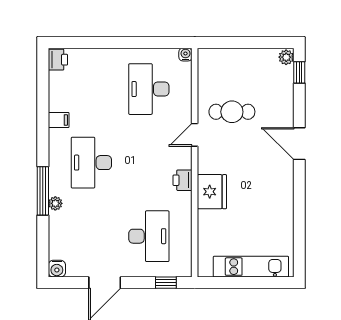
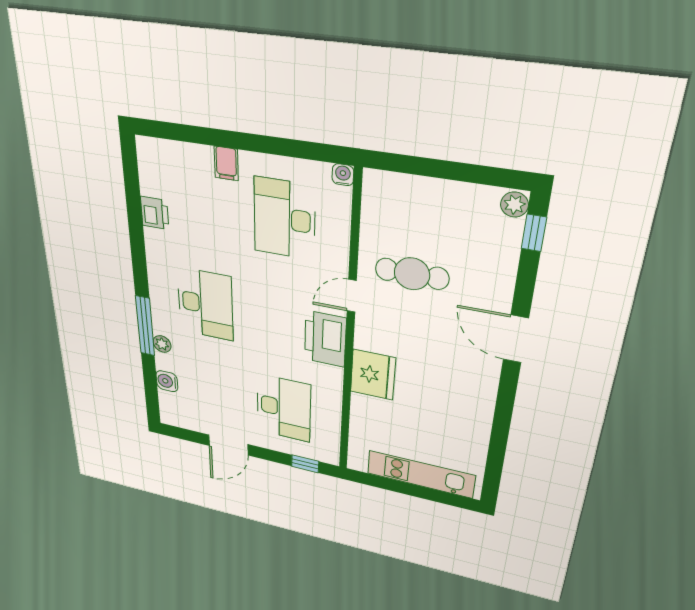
printer: (58, 60) -> (155, 213), moved
filing cabinet: (59, 120) -> (226, 163), moved, turned 90
desk: (91, 163) -> (205, 304), turned 180
printer: (183, 180) -> (325, 339), width x1.87, depth x1.48
water cooler: (57, 269) -> (167, 381), moved, turned 90

